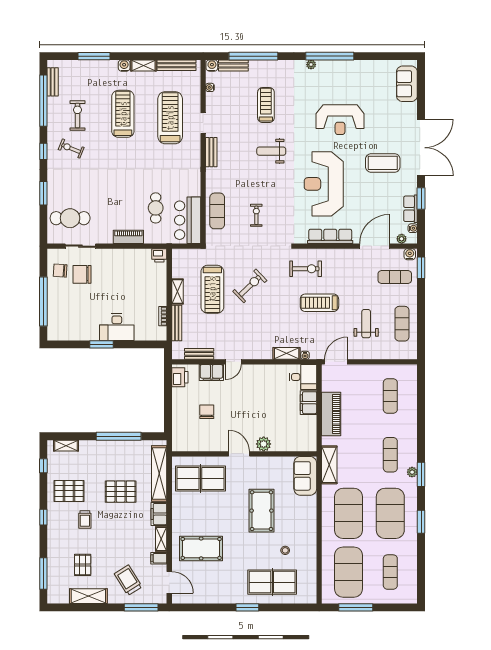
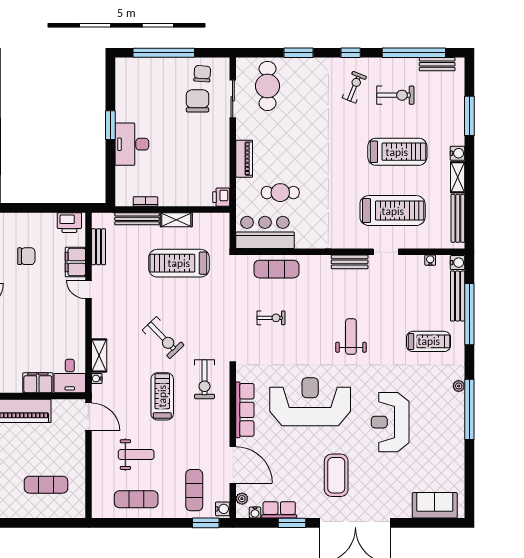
bench: (233, 65) -> (458, 296), width x1.36
treadmill: (266, 105) -> (429, 341), moved
exercise bike: (250, 286) -> (163, 338), moved

